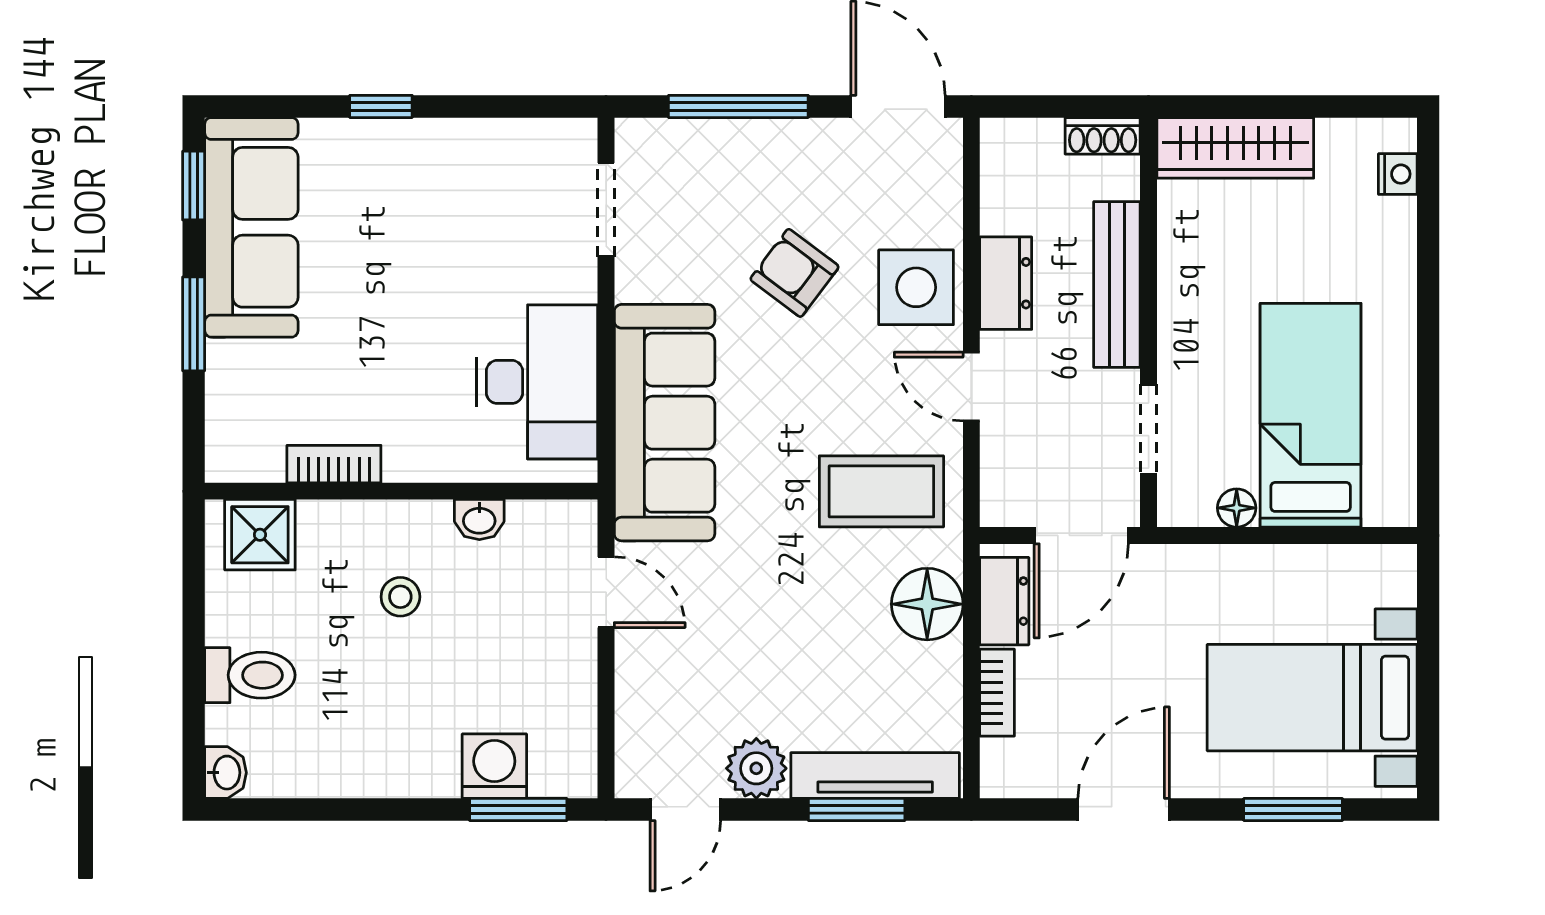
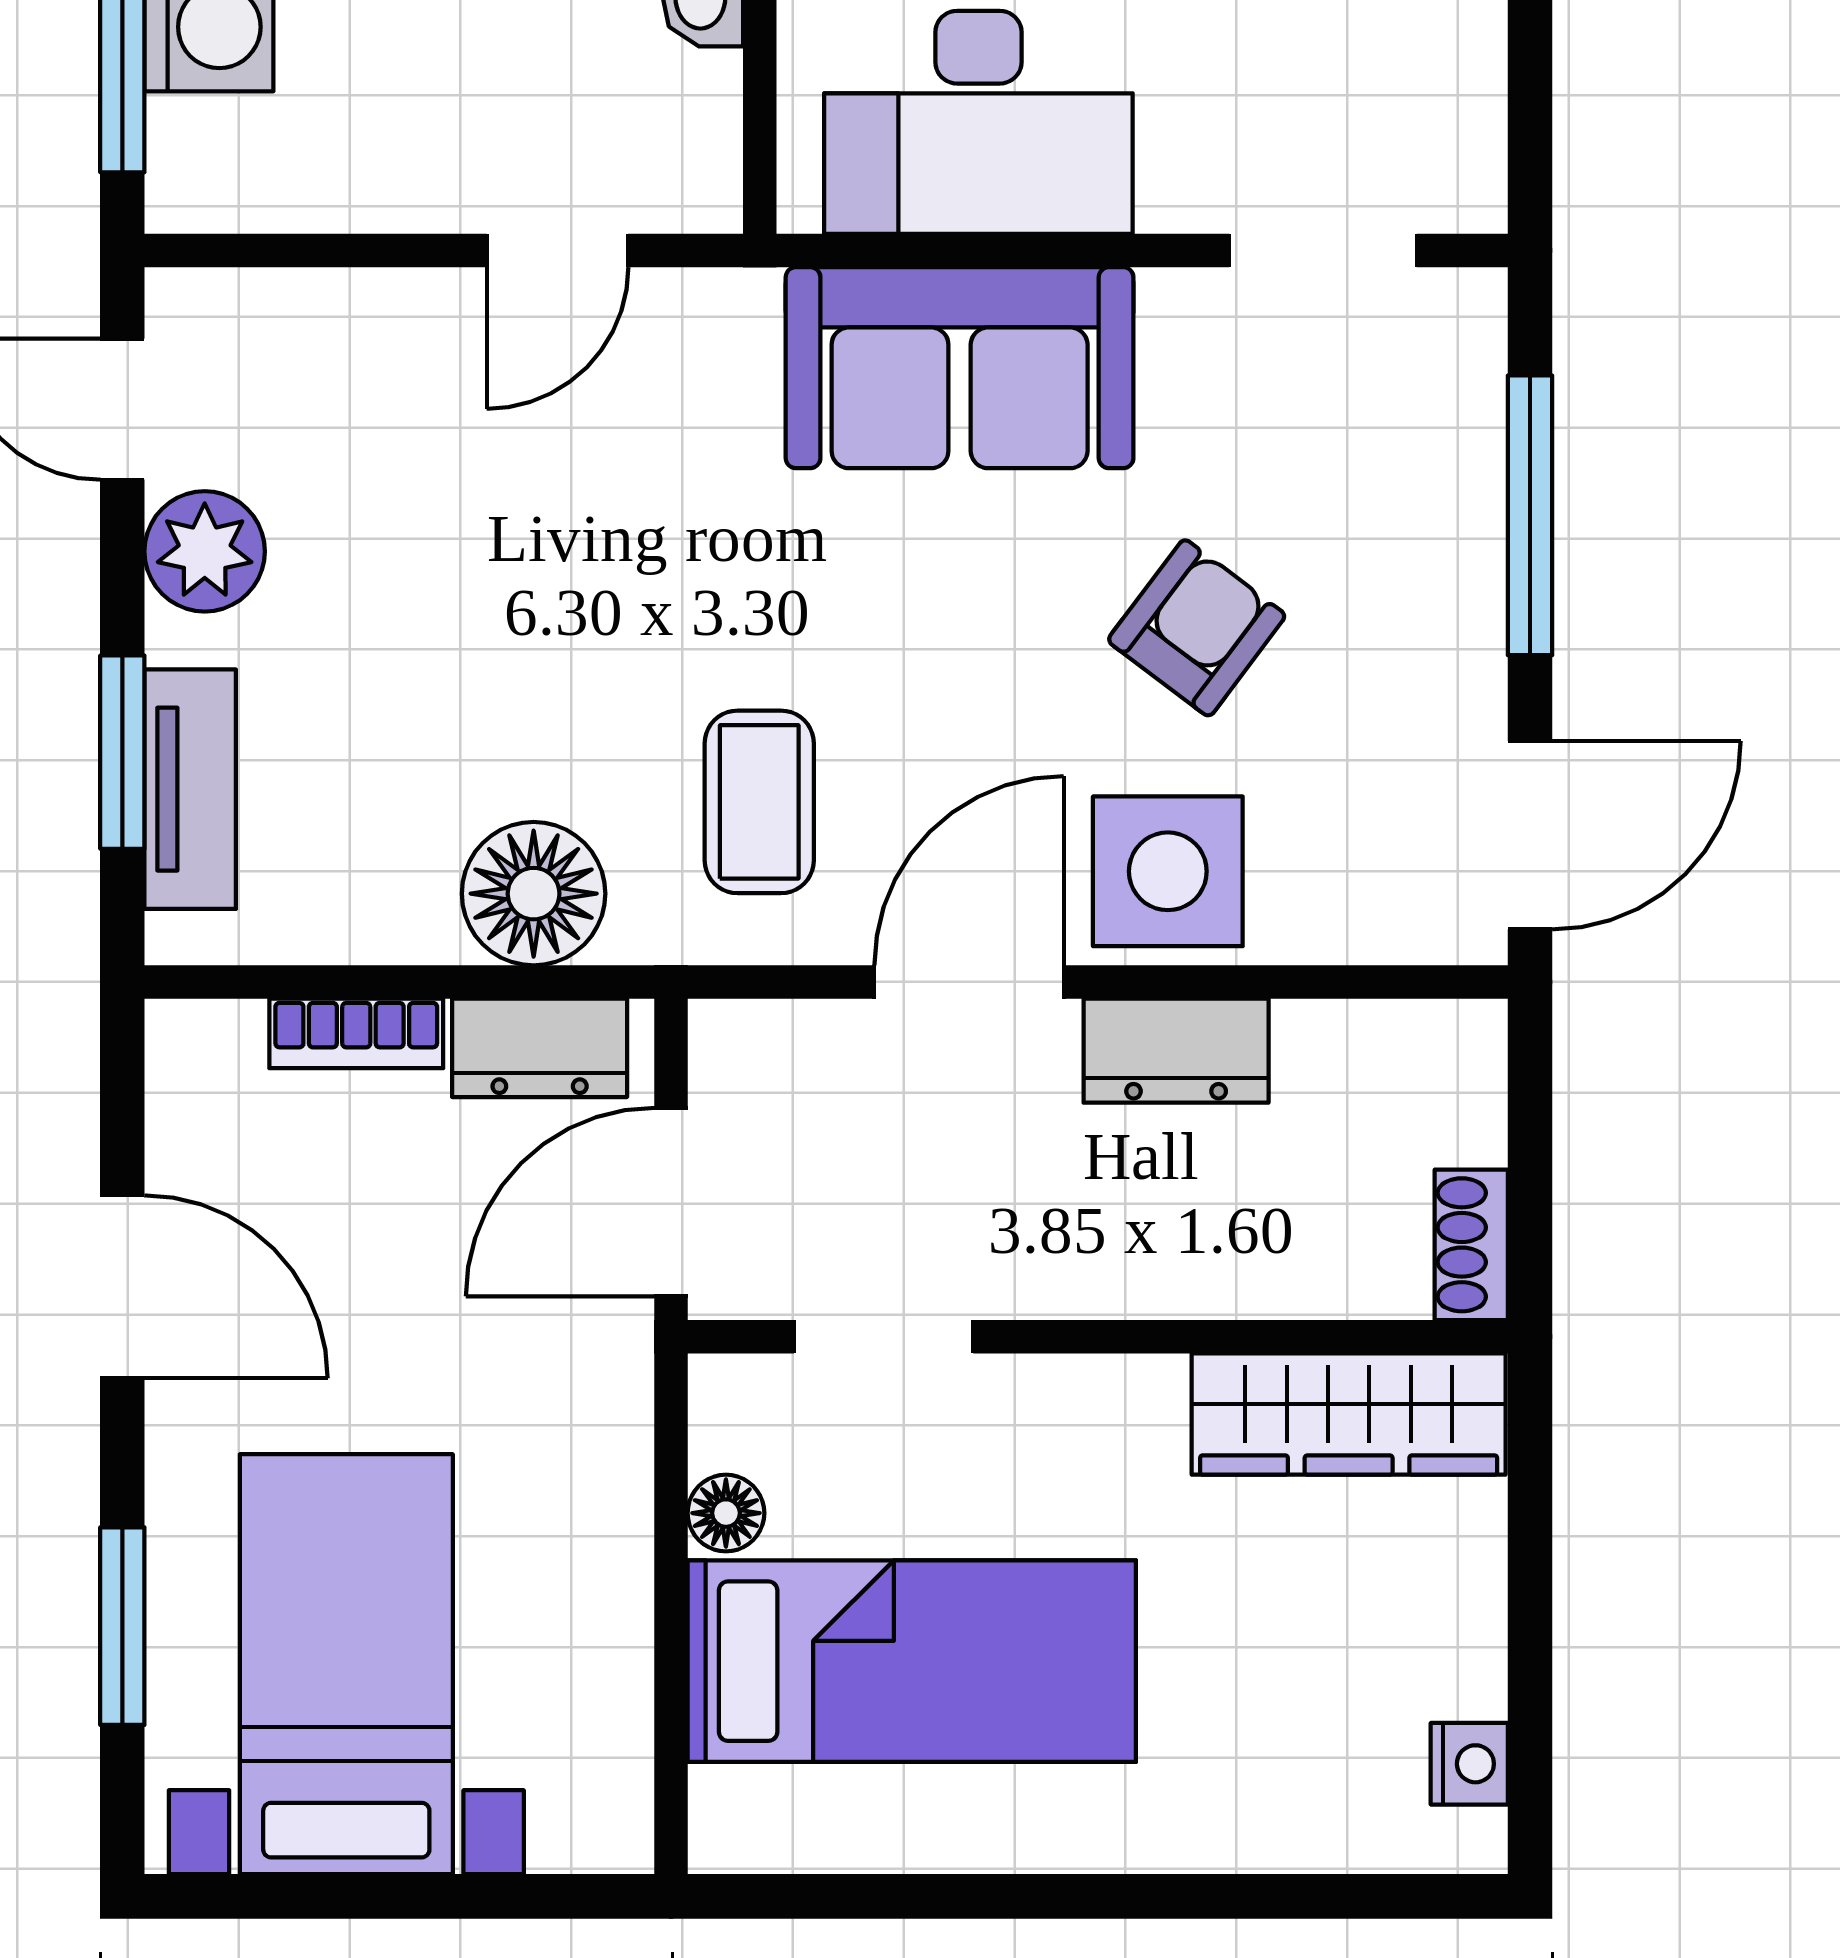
wardrobe: (1235, 148) -> (1349, 1414), moved, turned -90
nightstand: (1398, 174) -> (1469, 1764), moved, turned -90
bench: (1117, 284) -> (1173, 1274), removed
door: (971, 387) -> (969, 982), width x1.37
sofa: (665, 423) -> (960, 368), width x0.73
coffee table: (881, 491) -> (759, 802), width x0.73, depth x0.77
door: (1081, 535) -> (671, 1202), hinge flipped
tv unit: (875, 776) -> (190, 789), width x0.71

